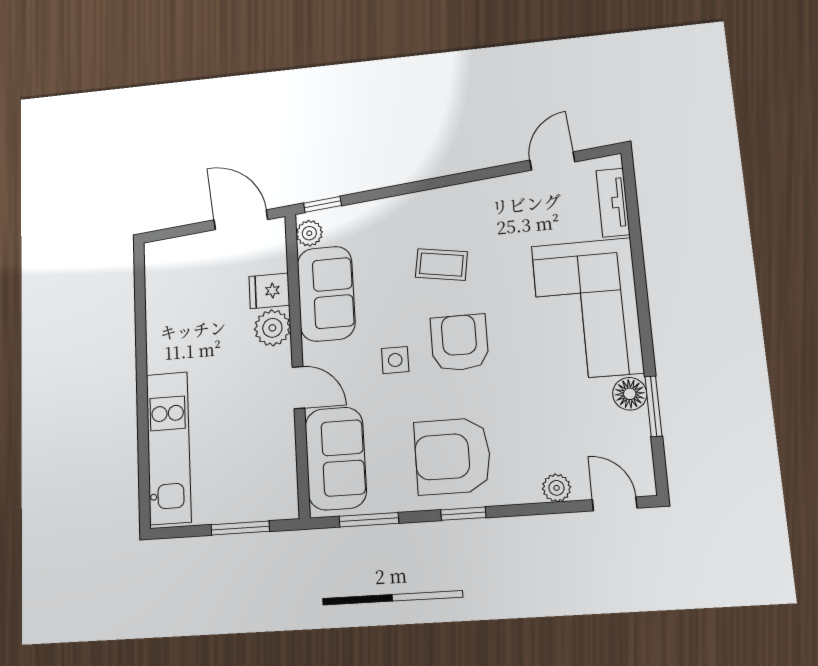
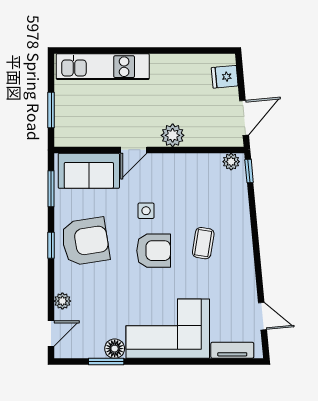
fridge: (269, 291) -> (225, 77), moved, turned -95
sofa: (326, 294) -> (191, 170), removed
armchair: (453, 456) -> (85, 241), turned 81

